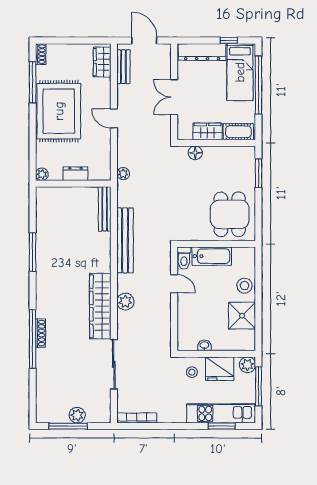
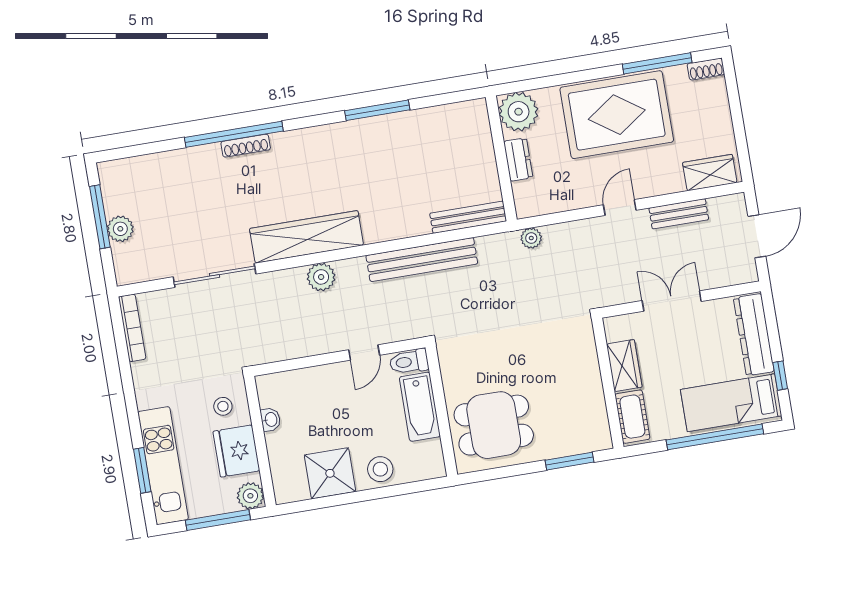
bench: (123, 67) -> (679, 214), moved
floor lamp: (195, 153) -> (586, 351), removed
plant: (42, 174) -> (519, 112), width x1.87, depth x1.87

